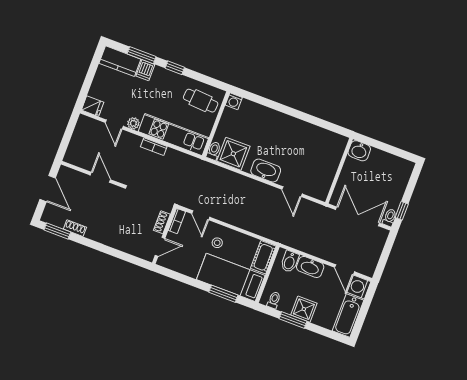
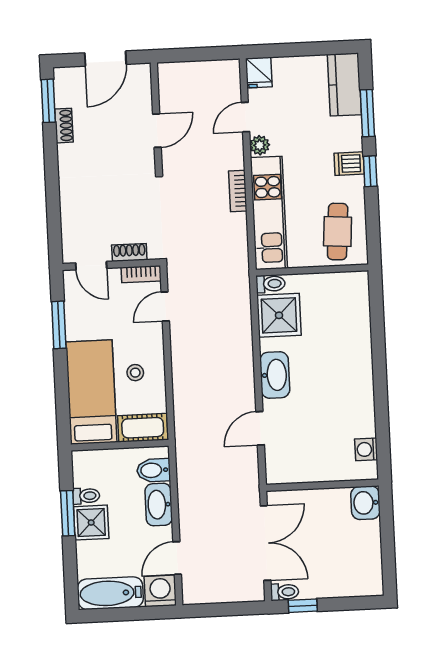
dishwasher: (145, 70) -> (349, 164), moved
washing machine: (234, 101) -> (366, 449), moved
stool: (217, 243) -> (135, 373), moved
window: (223, 294) -> (59, 325), moved
toilet: (274, 300) -> (86, 496), moved

